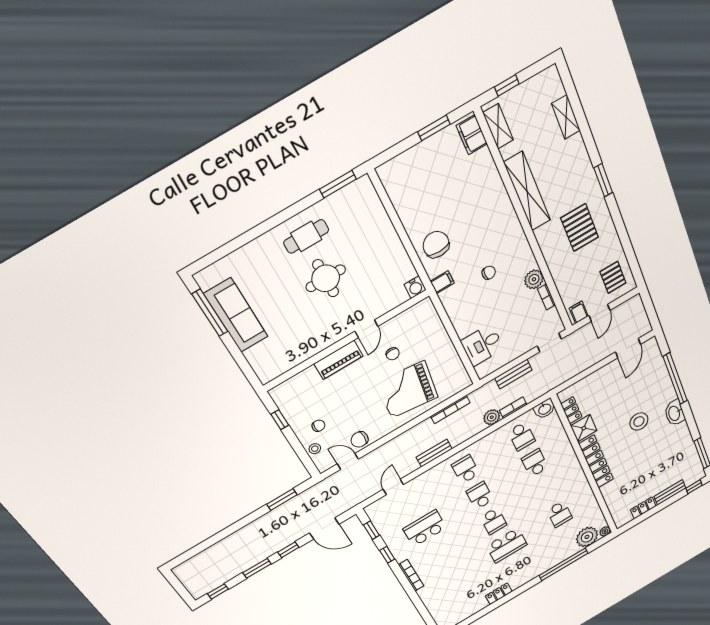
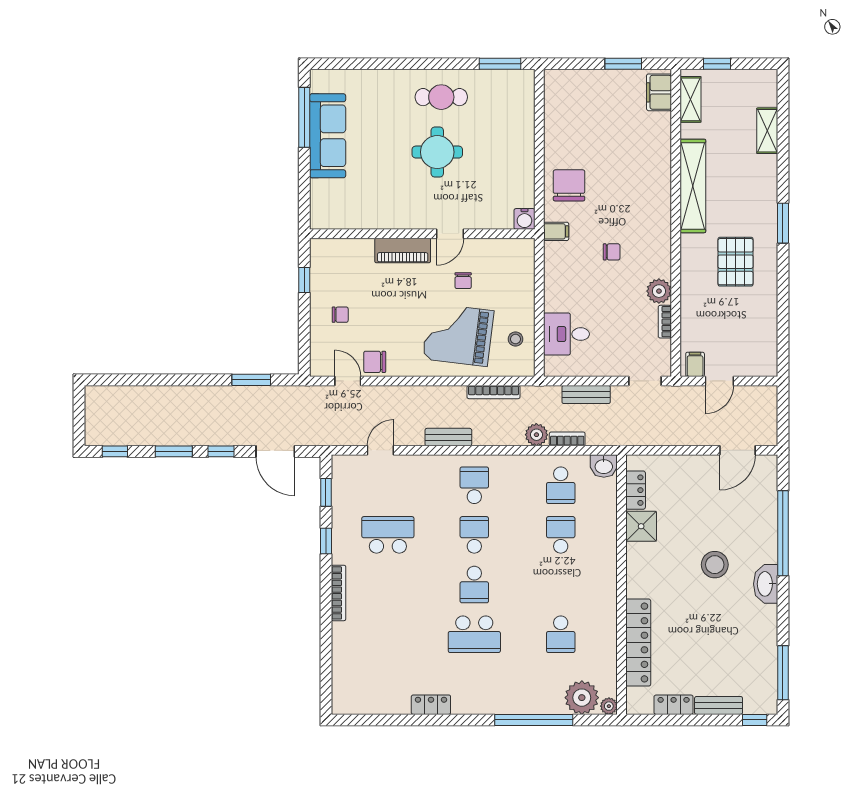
pallet: (613, 277) -> (752, 346), removed
stool: (315, 449) -> (516, 339), moved
locker: (596, 462) -> (638, 643), moved

